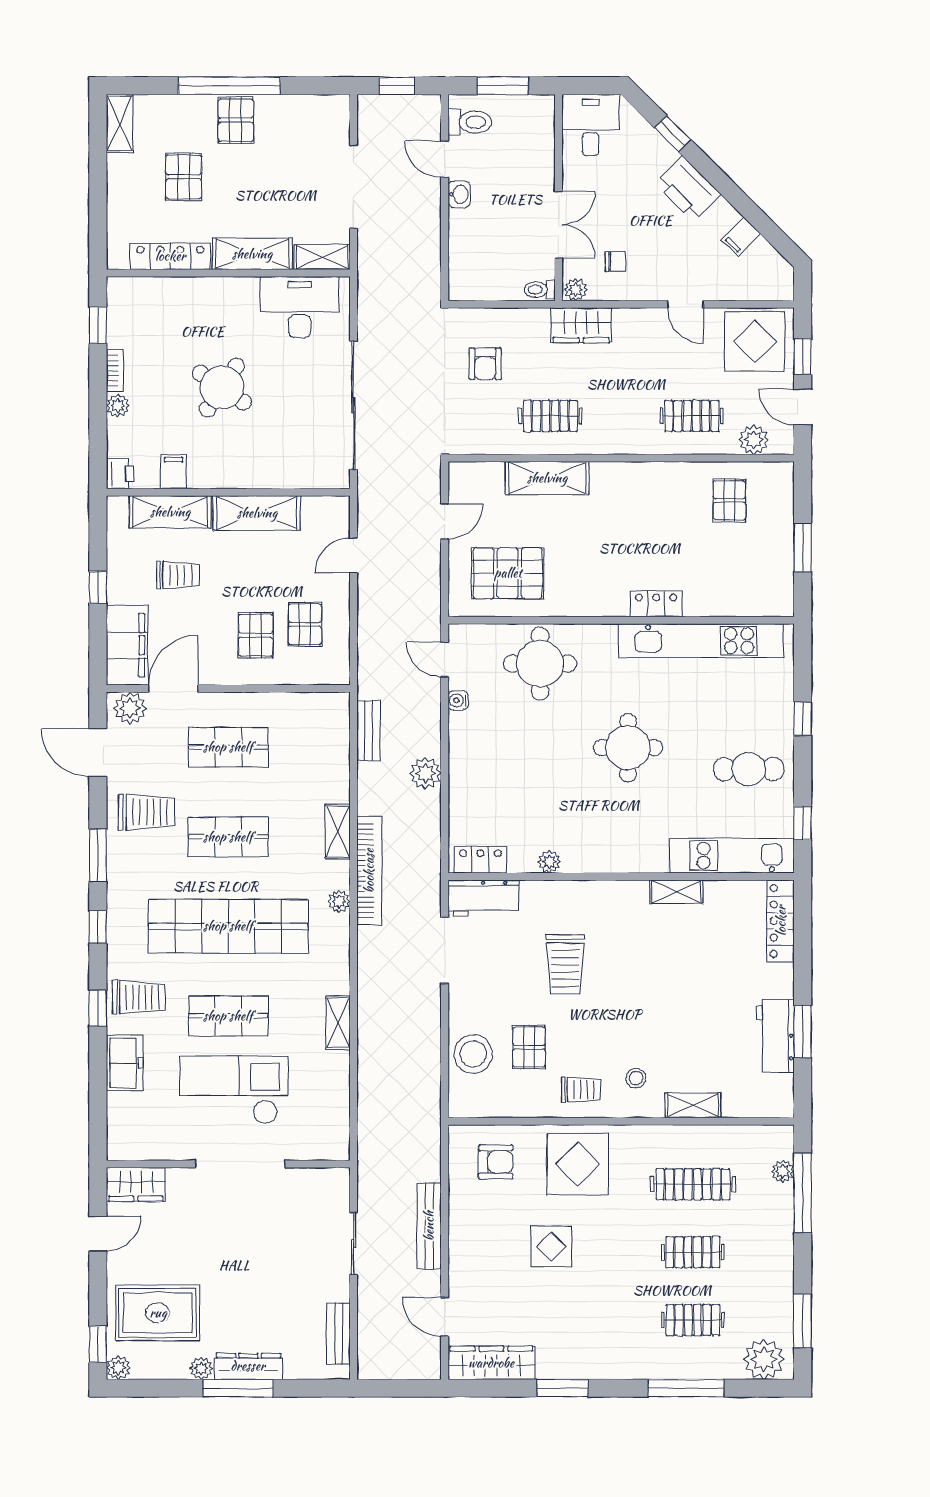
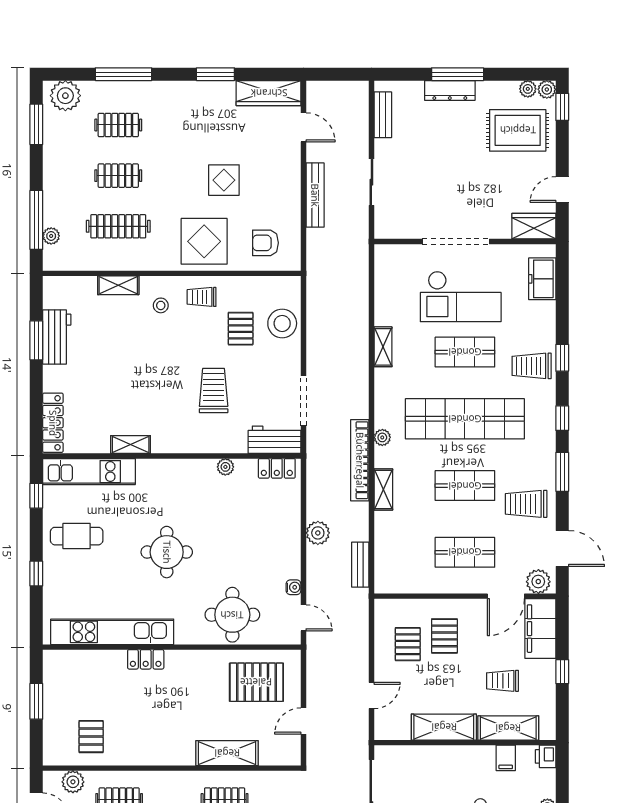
freezer: (125, 1063) -> (542, 279), moved
plant: (201, 1368) -> (528, 89), moved

